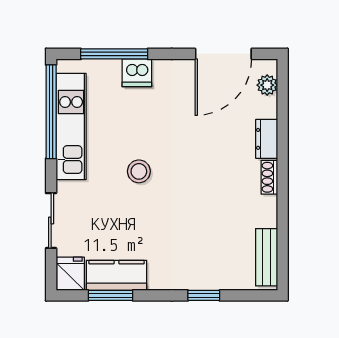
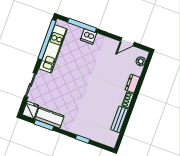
door: (223, 54) -> (127, 42), width x0.53
stool: (139, 171) -> (74, 78), removed
bench: (267, 257) -> (119, 119), moved

